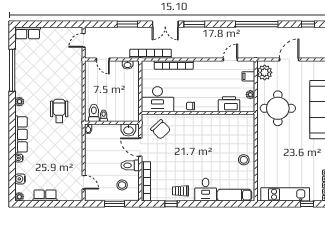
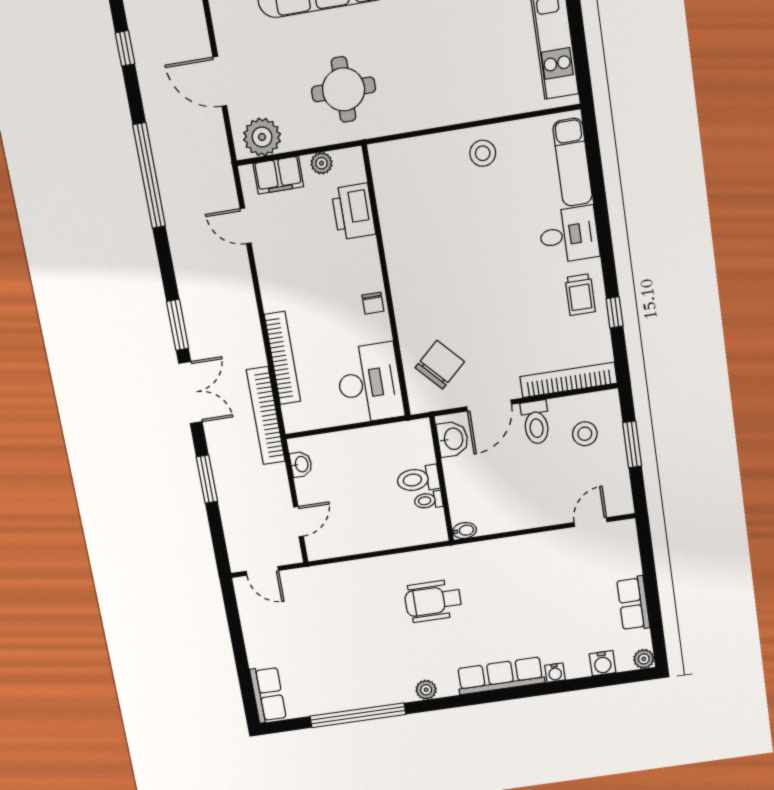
filing cabinet: (248, 76) -> (278, 175), width x2.00
round table: (278, 108) -> (344, 89), width x0.73, depth x0.73
toilet: (94, 113) -> (418, 479), moved

